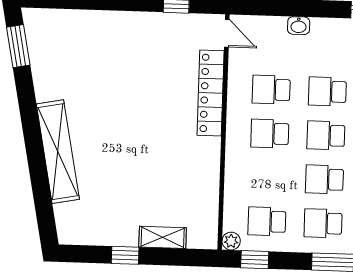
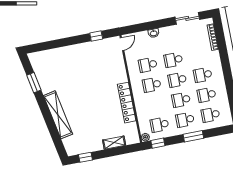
door: (227, 33) -> (122, 44), hinge flipped
window: (18, 46) -> (34, 83), moved
locker: (211, 93) -> (127, 103), moved
window: (125, 255) -> (85, 157), moved

